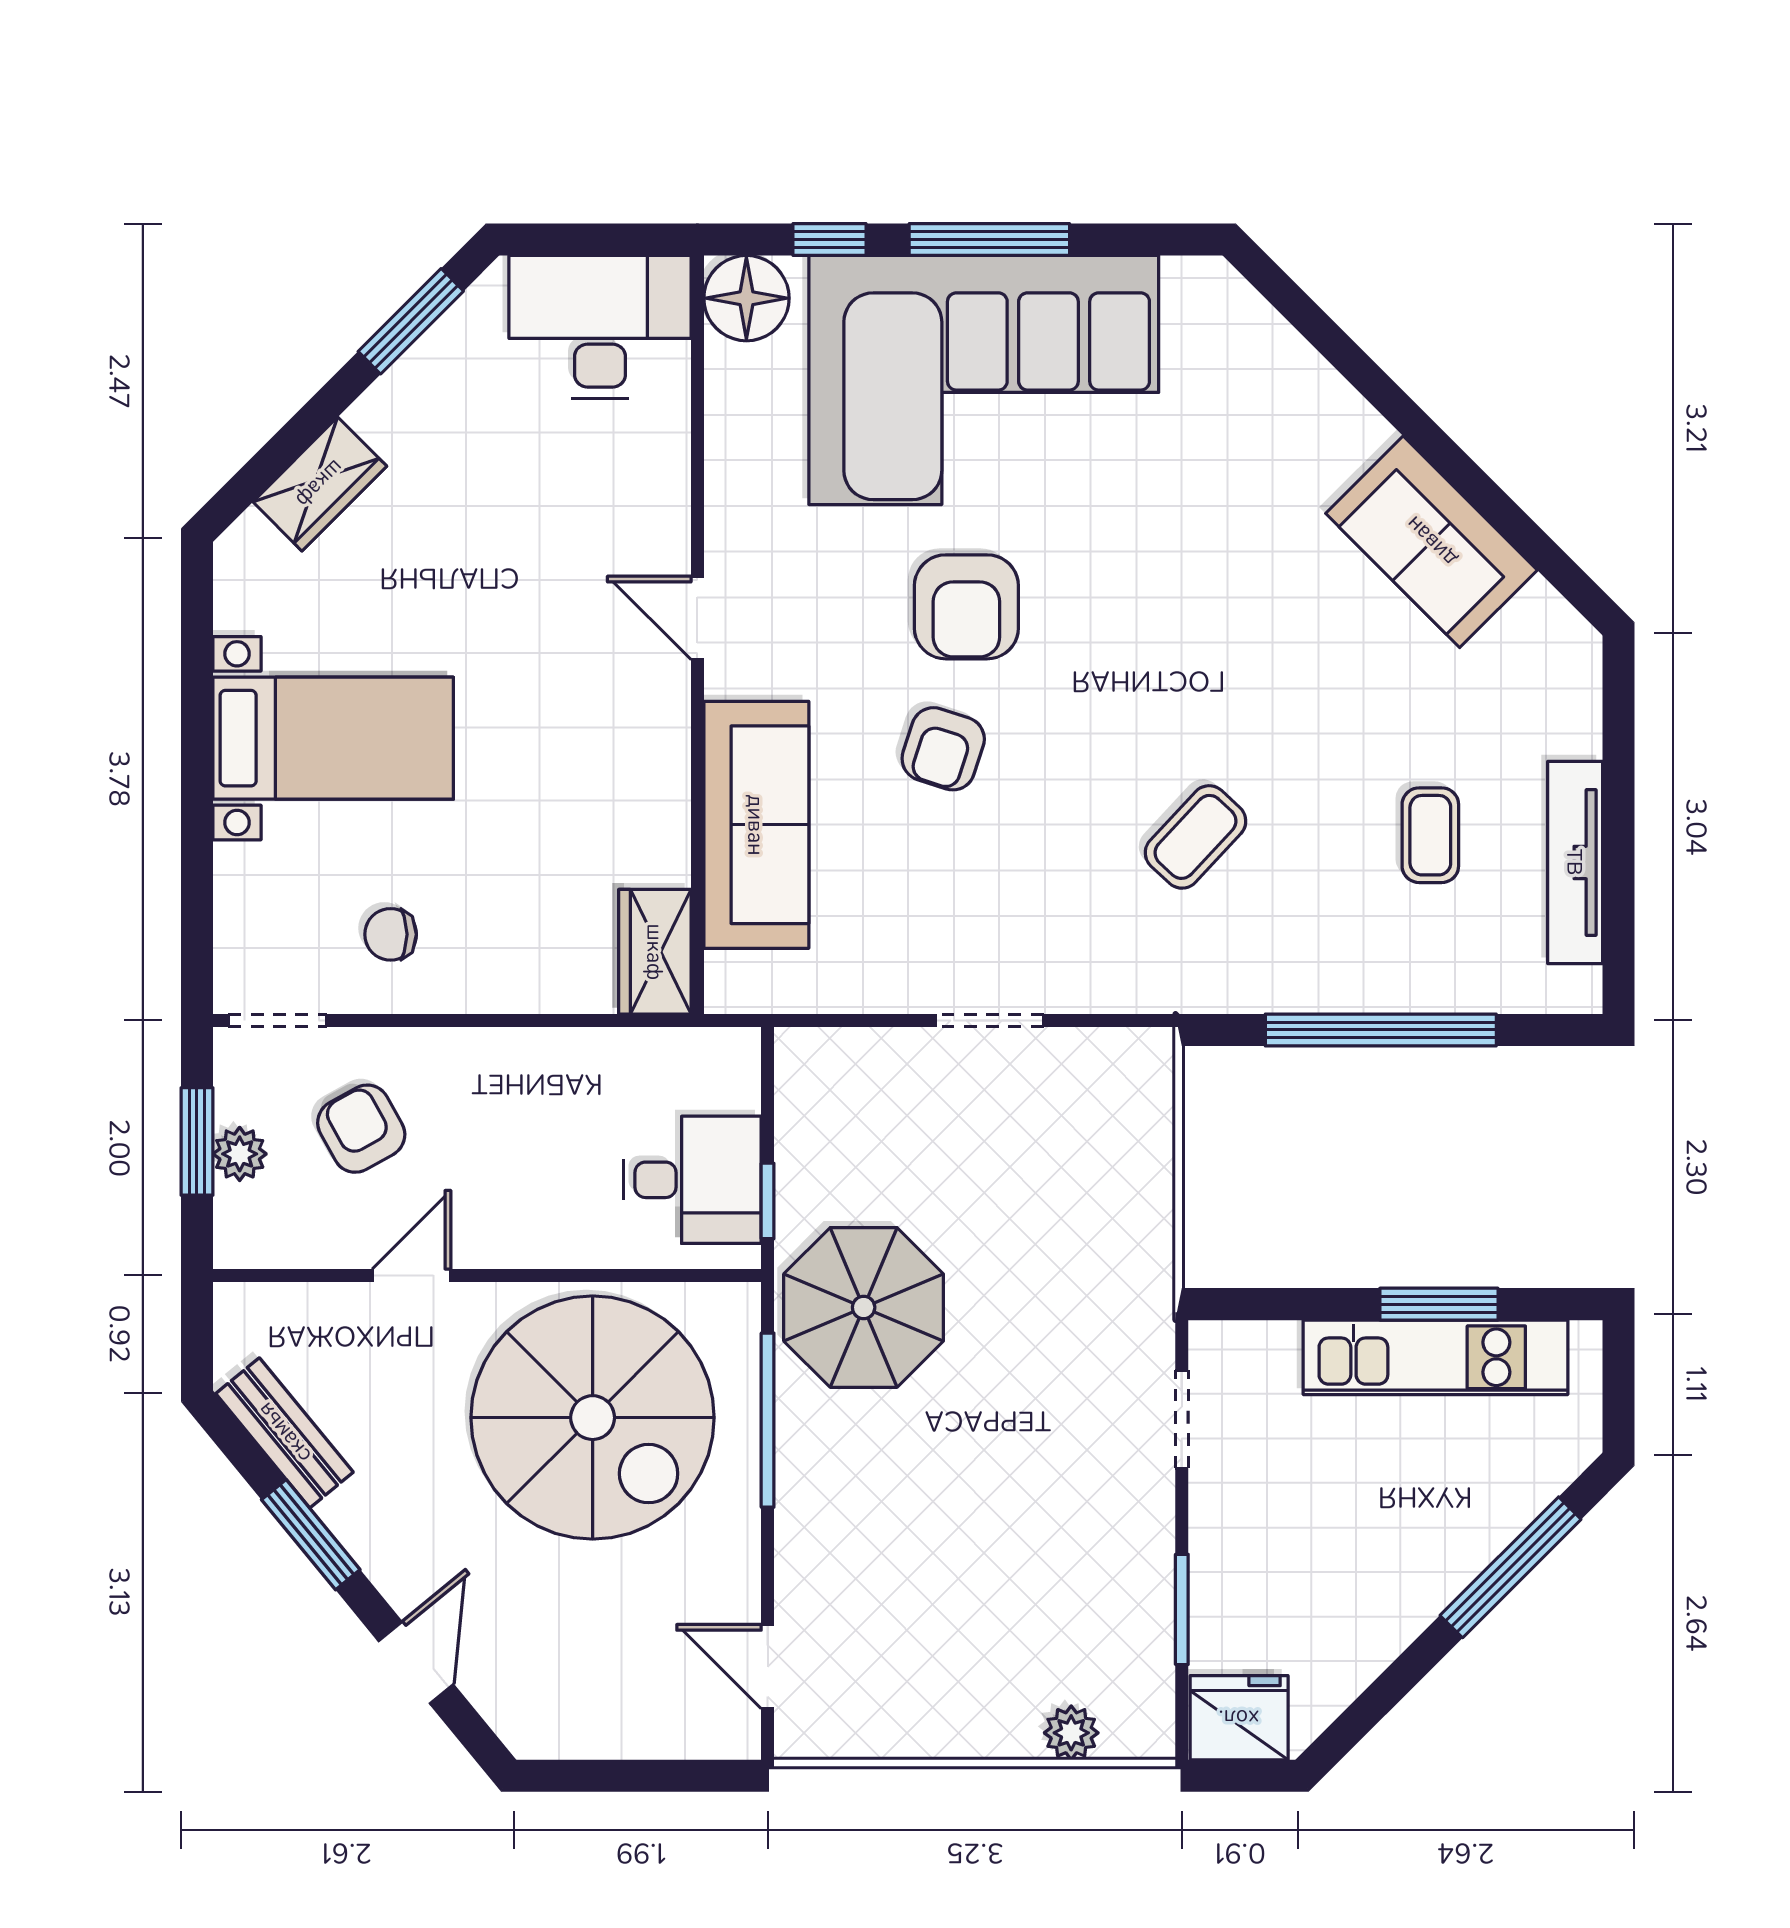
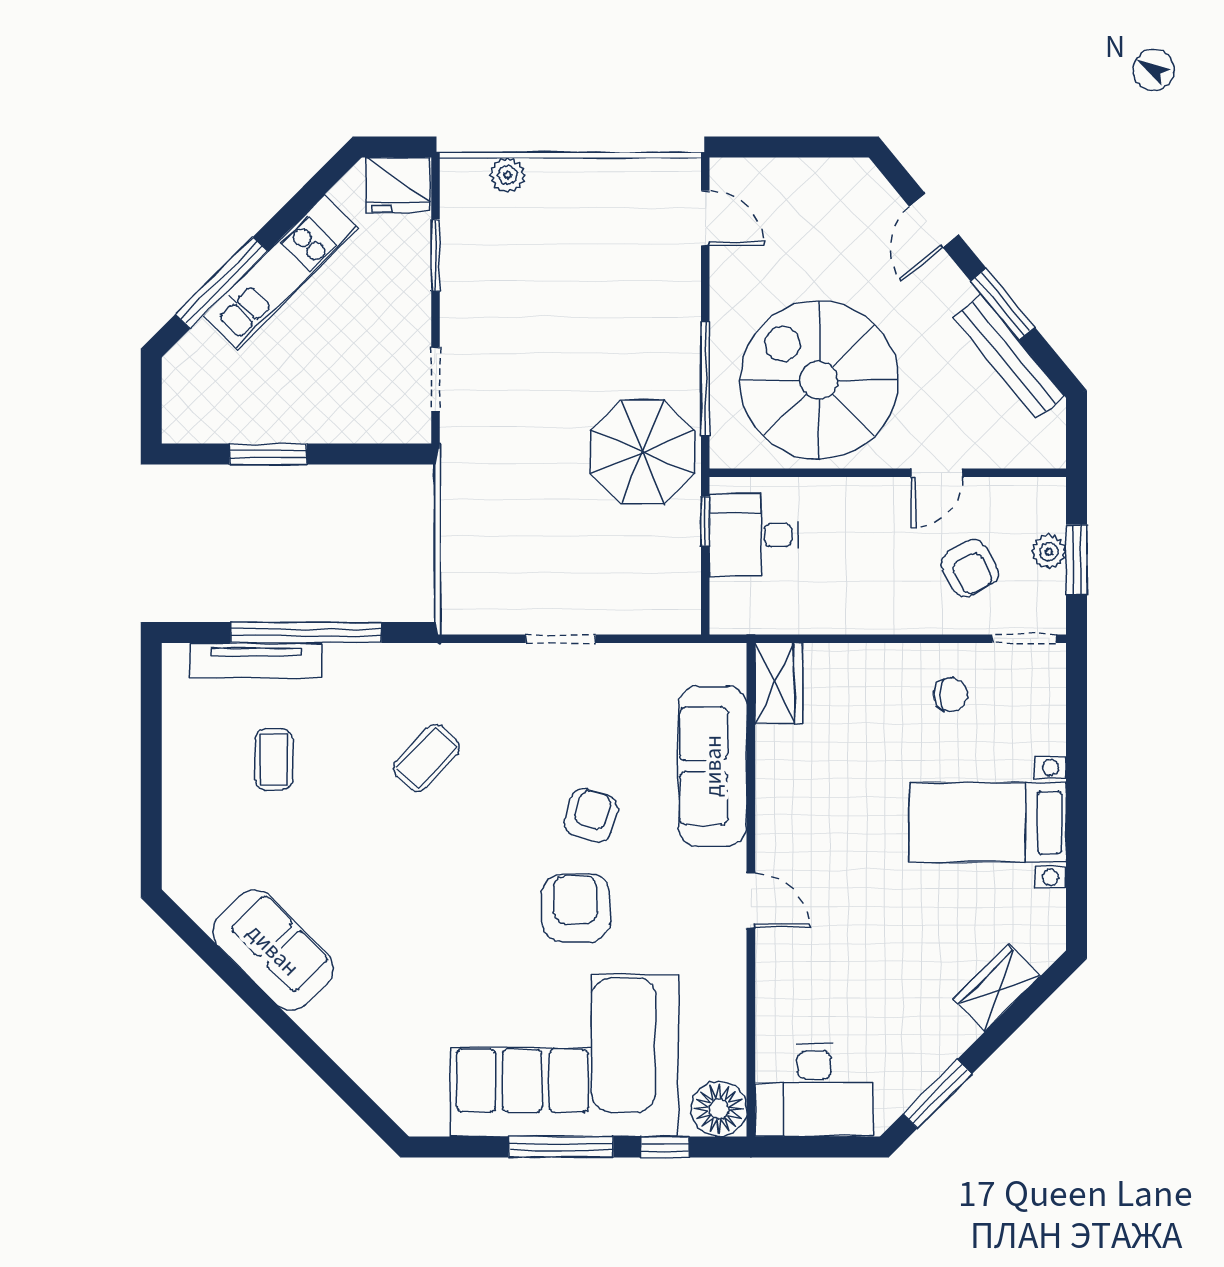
tv unit: (1575, 862) -> (256, 661), moved, turned 90
kitchen unit: (1435, 1357) -> (281, 272), moved, turned 135
bench: (284, 1433) -> (1009, 357), width x1.36

